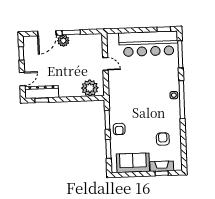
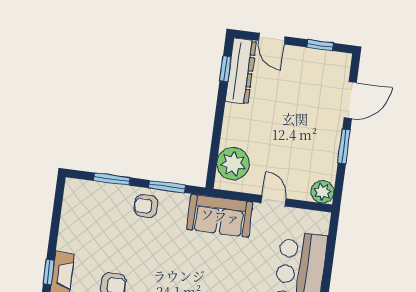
door: (47, 33) -> (350, 100), swing flipped
plant: (63, 41) -> (323, 192), moved
door: (105, 64) -> (274, 201), swing flipped
sofa: (133, 163) -> (220, 216), moved, turned 90

